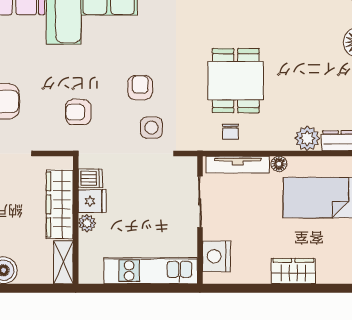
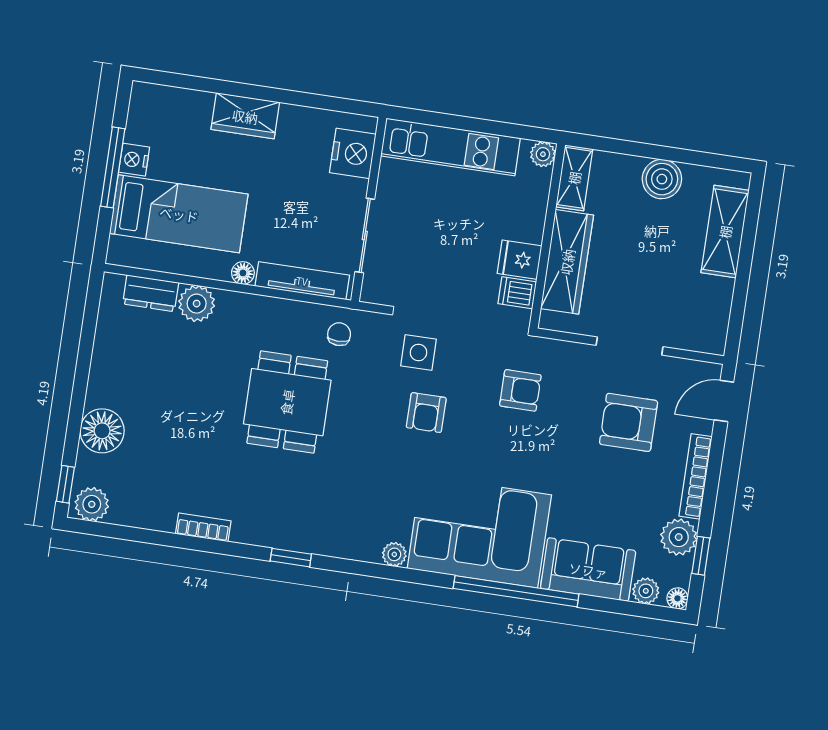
chair: (230, 132) -> (339, 334), moved
plant: (87, 223) -> (543, 154), moved

